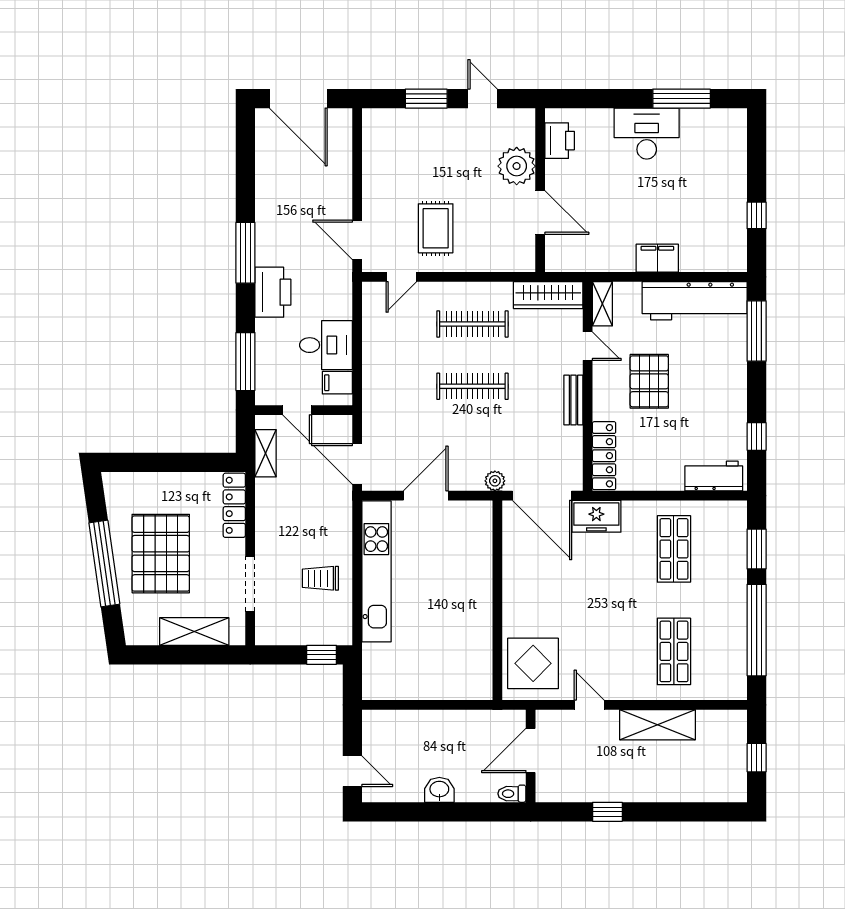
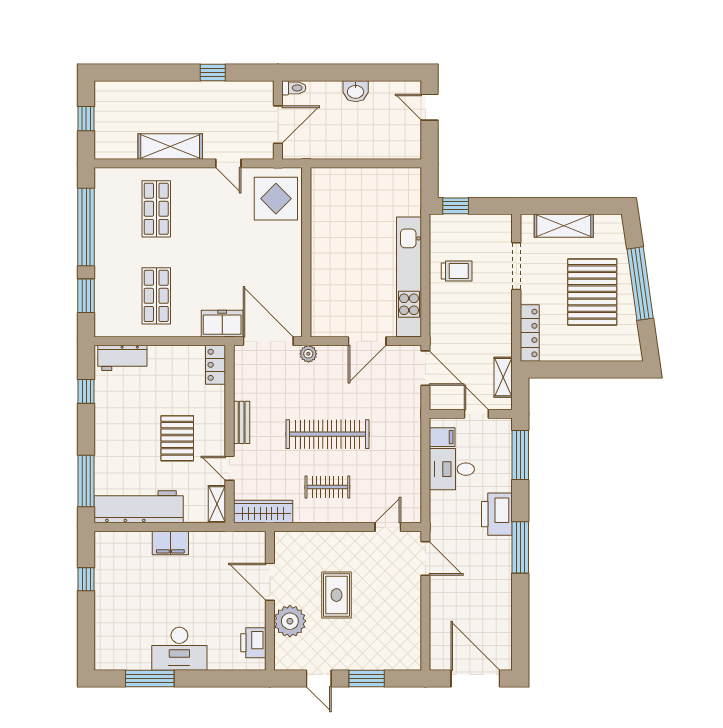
rug: (436, 228) -> (336, 595), moved
clothes rail: (472, 324) -> (327, 487), width x0.73
clothes rail: (472, 386) -> (327, 434), width x1.37, depth x1.31
locker: (604, 456) -> (216, 365), width x0.66

